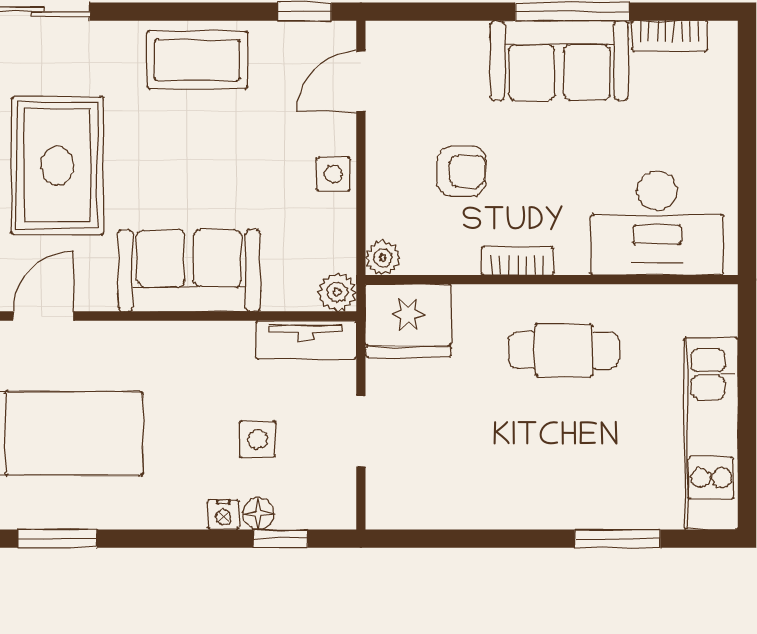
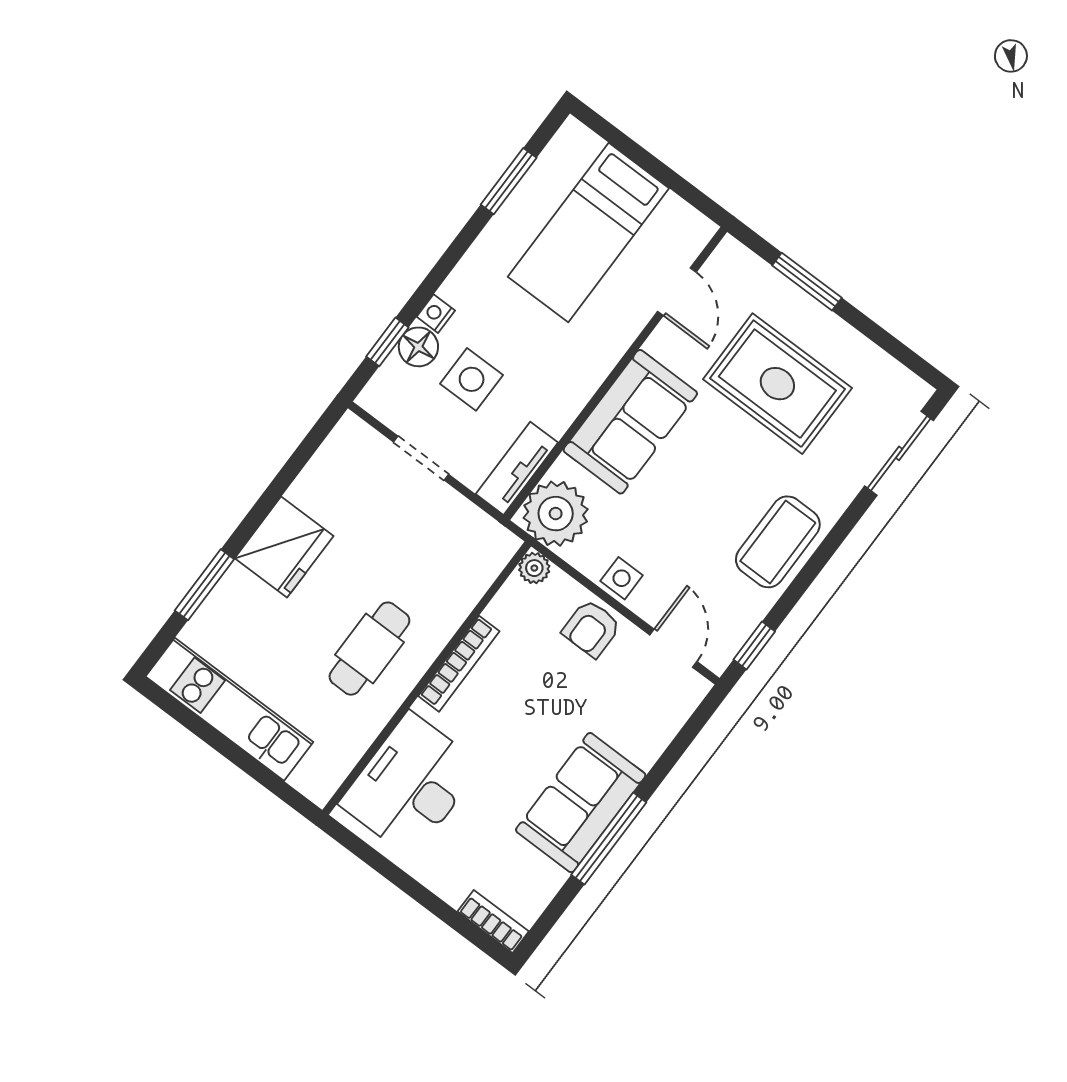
bookcase: (670, 36) -> (493, 921), moved, turned 90
armchair: (461, 171) -> (591, 628), moved
bookcase: (518, 261) -> (459, 664), width x1.56
plant: (337, 292) -> (556, 514), width x1.88, depth x1.88
fridge: (408, 321) -> (284, 547), moved, turned 180
side table: (258, 439) -> (472, 379), width x1.37, depth x1.37
floor lamp: (258, 514) -> (418, 347), width x1.37, depth x1.37

